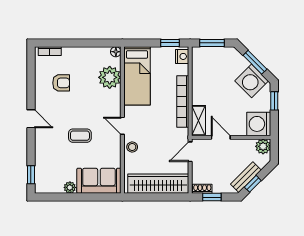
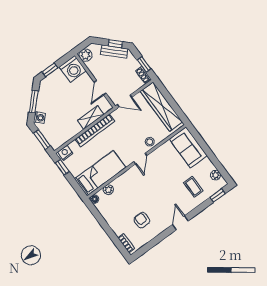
plant: (110, 77) -> (108, 190), width x0.53, depth x0.53
washing machine: (252, 81) -> (39, 118), moved, width x0.53, depth x0.53
shelving: (198, 121) -> (91, 117), moved
coffee table: (80, 136) -> (193, 187), moved
plant: (70, 187) -> (216, 175), moved

